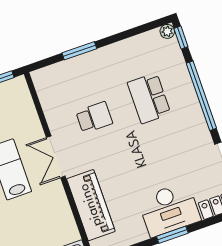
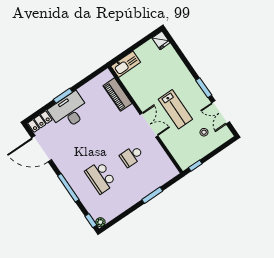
window: (201, 96) -> (68, 188), width x0.68
school desk: (149, 98) -> (101, 177), turned 180
piano: (91, 205) -> (118, 95), width x0.73, depth x0.75

